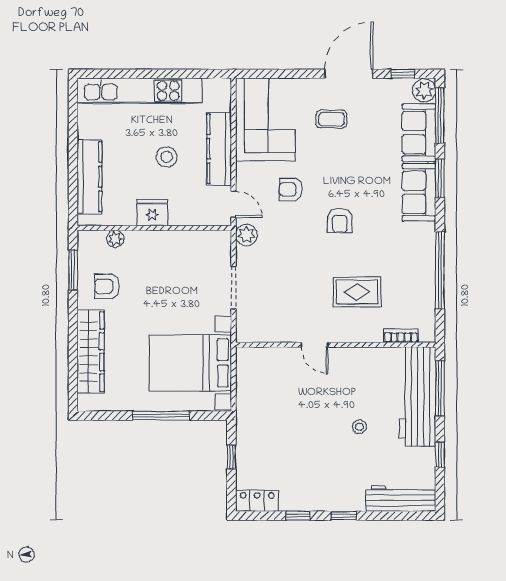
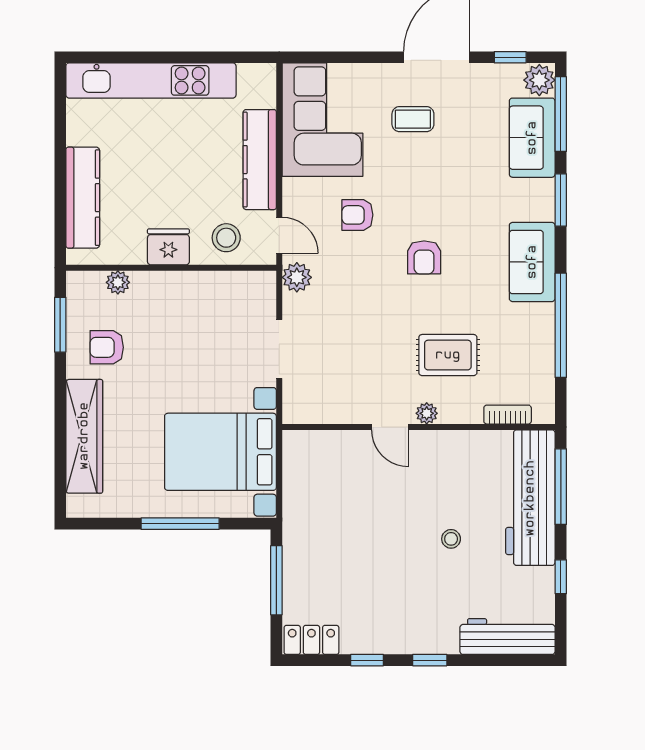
stool: (167, 157) -> (226, 238), moved
sofa: (419, 192) -> (532, 262), moved
plant: (342, 335) -> (427, 413), added
window: (231, 457) -> (276, 580), width x2.17

